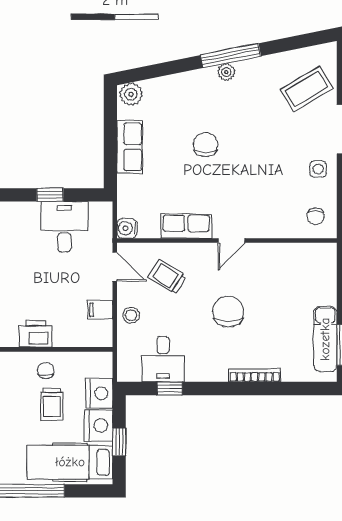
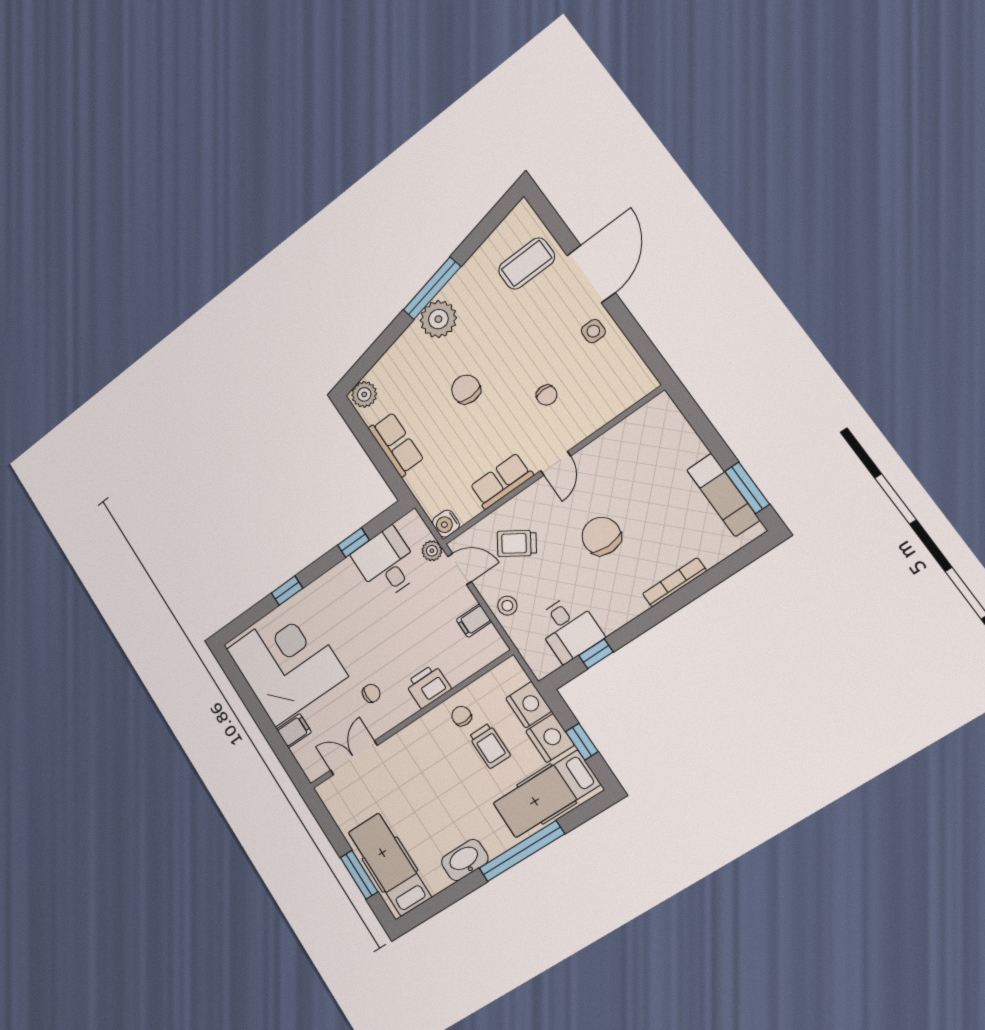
plant: (226, 72) -> (438, 319), width x1.88, depth x1.88
coffee table: (306, 89) -> (527, 264), turned 31
chair: (316, 216) -> (547, 395), moved
plant: (104, 240) -> (432, 551), added

